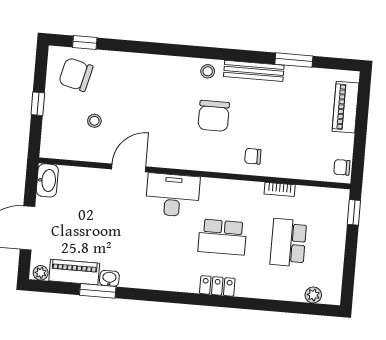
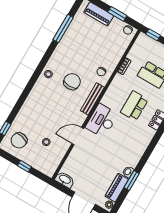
window: (294, 60) -> (63, 29), width x1.44
bench: (254, 71) -> (92, 99), moved
chair: (214, 116) -> (72, 82), turned -90
window: (360, 137) -> (117, 14), added
door: (129, 168) -> (78, 136), hinge flipped
school desk: (222, 237) -> (134, 106), turned 180

